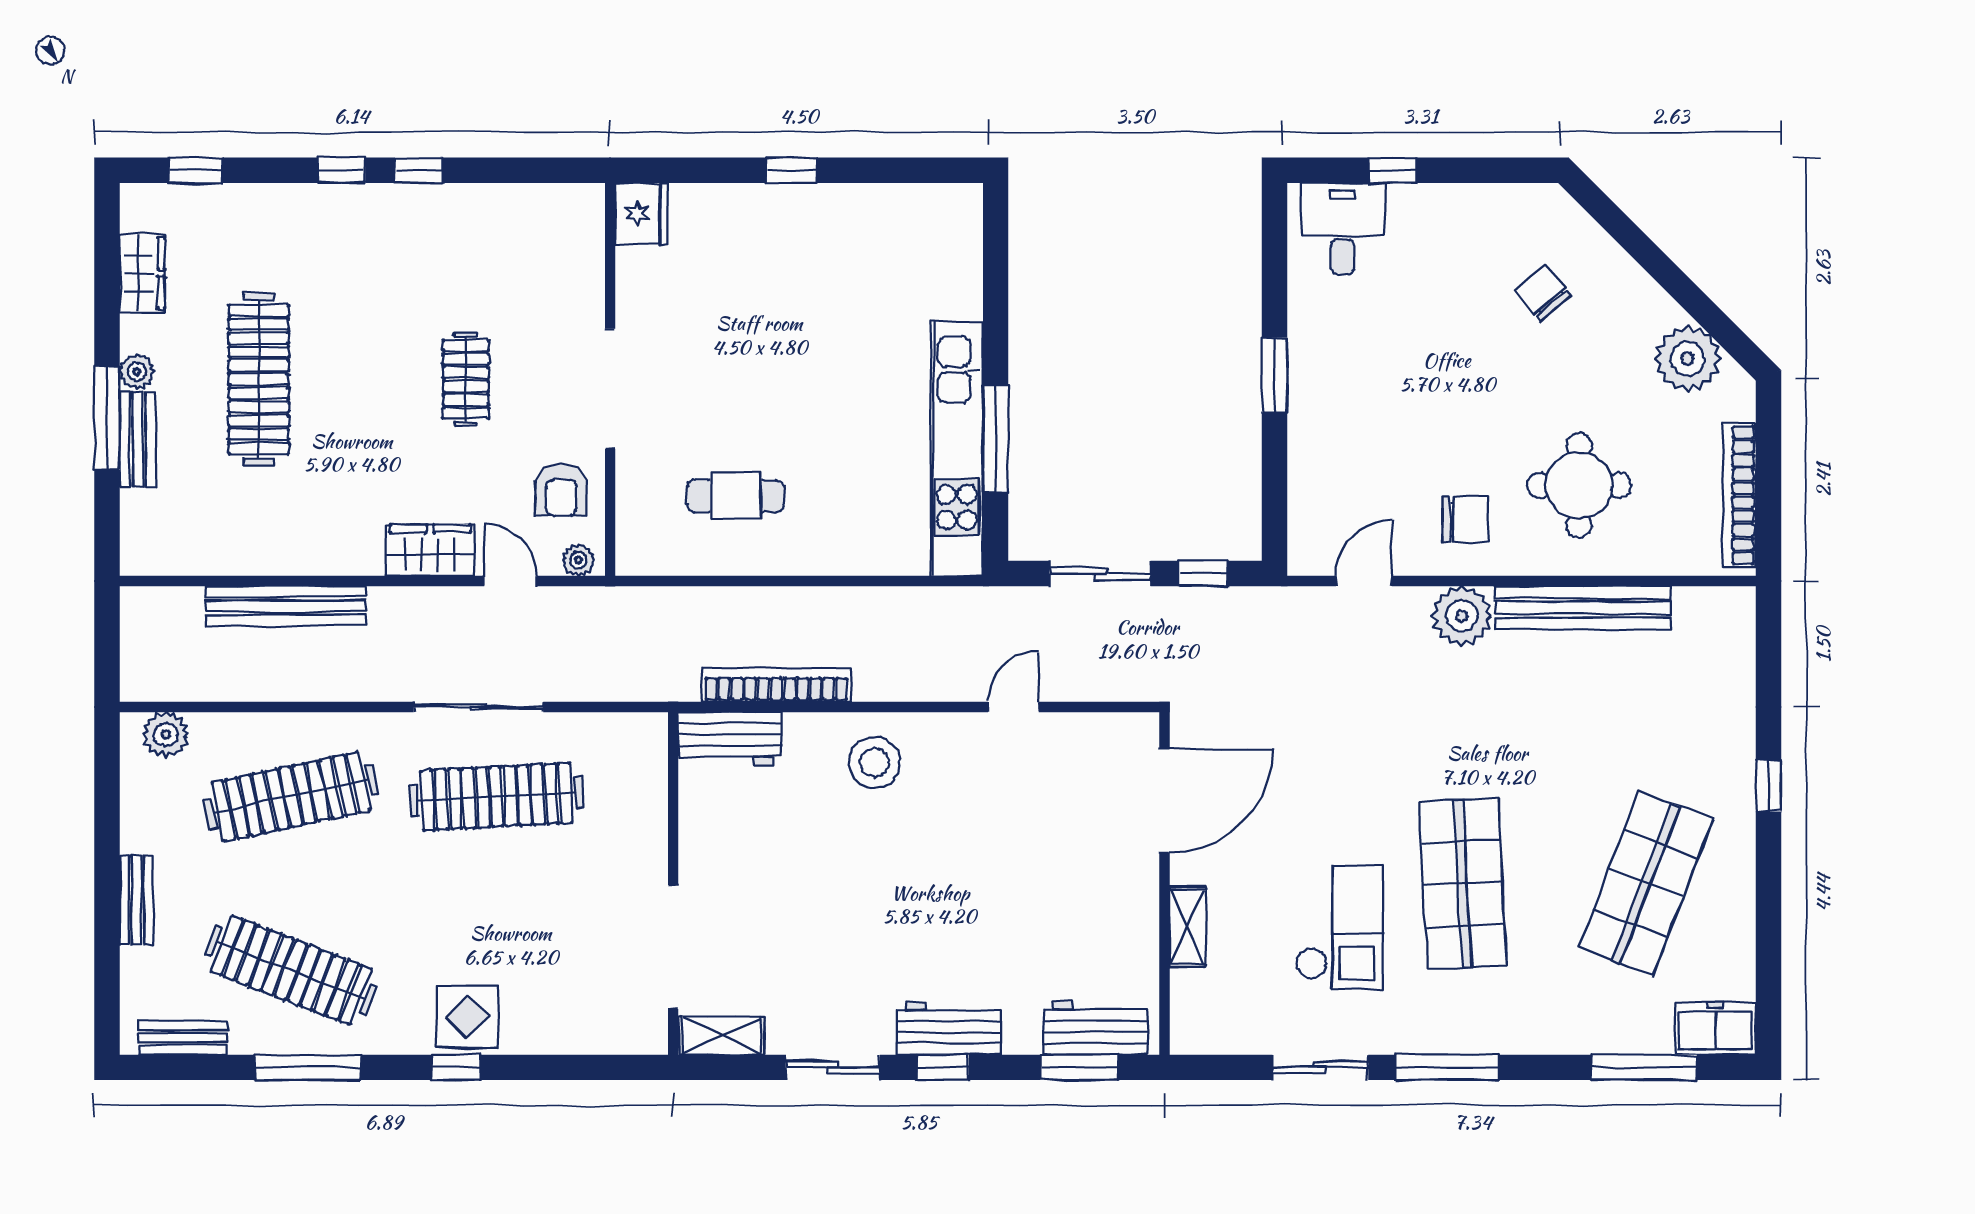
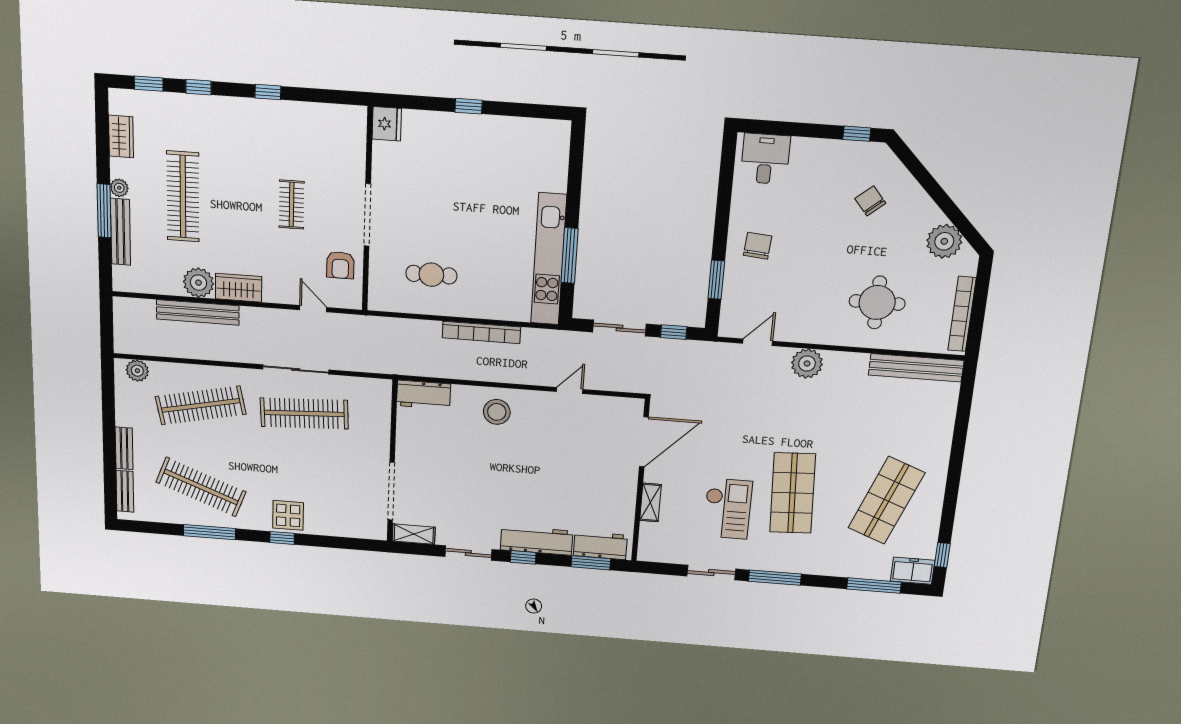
window: (342, 170) -> (198, 87), moved
window: (1392, 170) -> (857, 134), moved
window: (1275, 375) -> (716, 280), moved
bench: (138, 440) -> (120, 232), width x1.36
chair: (1465, 519) -> (758, 246), moved, turned -85
wardrobe: (430, 550) -> (238, 288), moved
plant: (578, 560) -> (198, 283), moved, width x1.87, depth x1.87
bench: (1583, 608) -> (916, 368), moved
bookcase: (776, 685) -> (481, 332), moved, turned 180
window: (1768, 786) -> (942, 555), moved
workbench: (949, 1028) -> (537, 540), width x1.38
bench: (183, 1038) -> (125, 491), moved, turned 90

